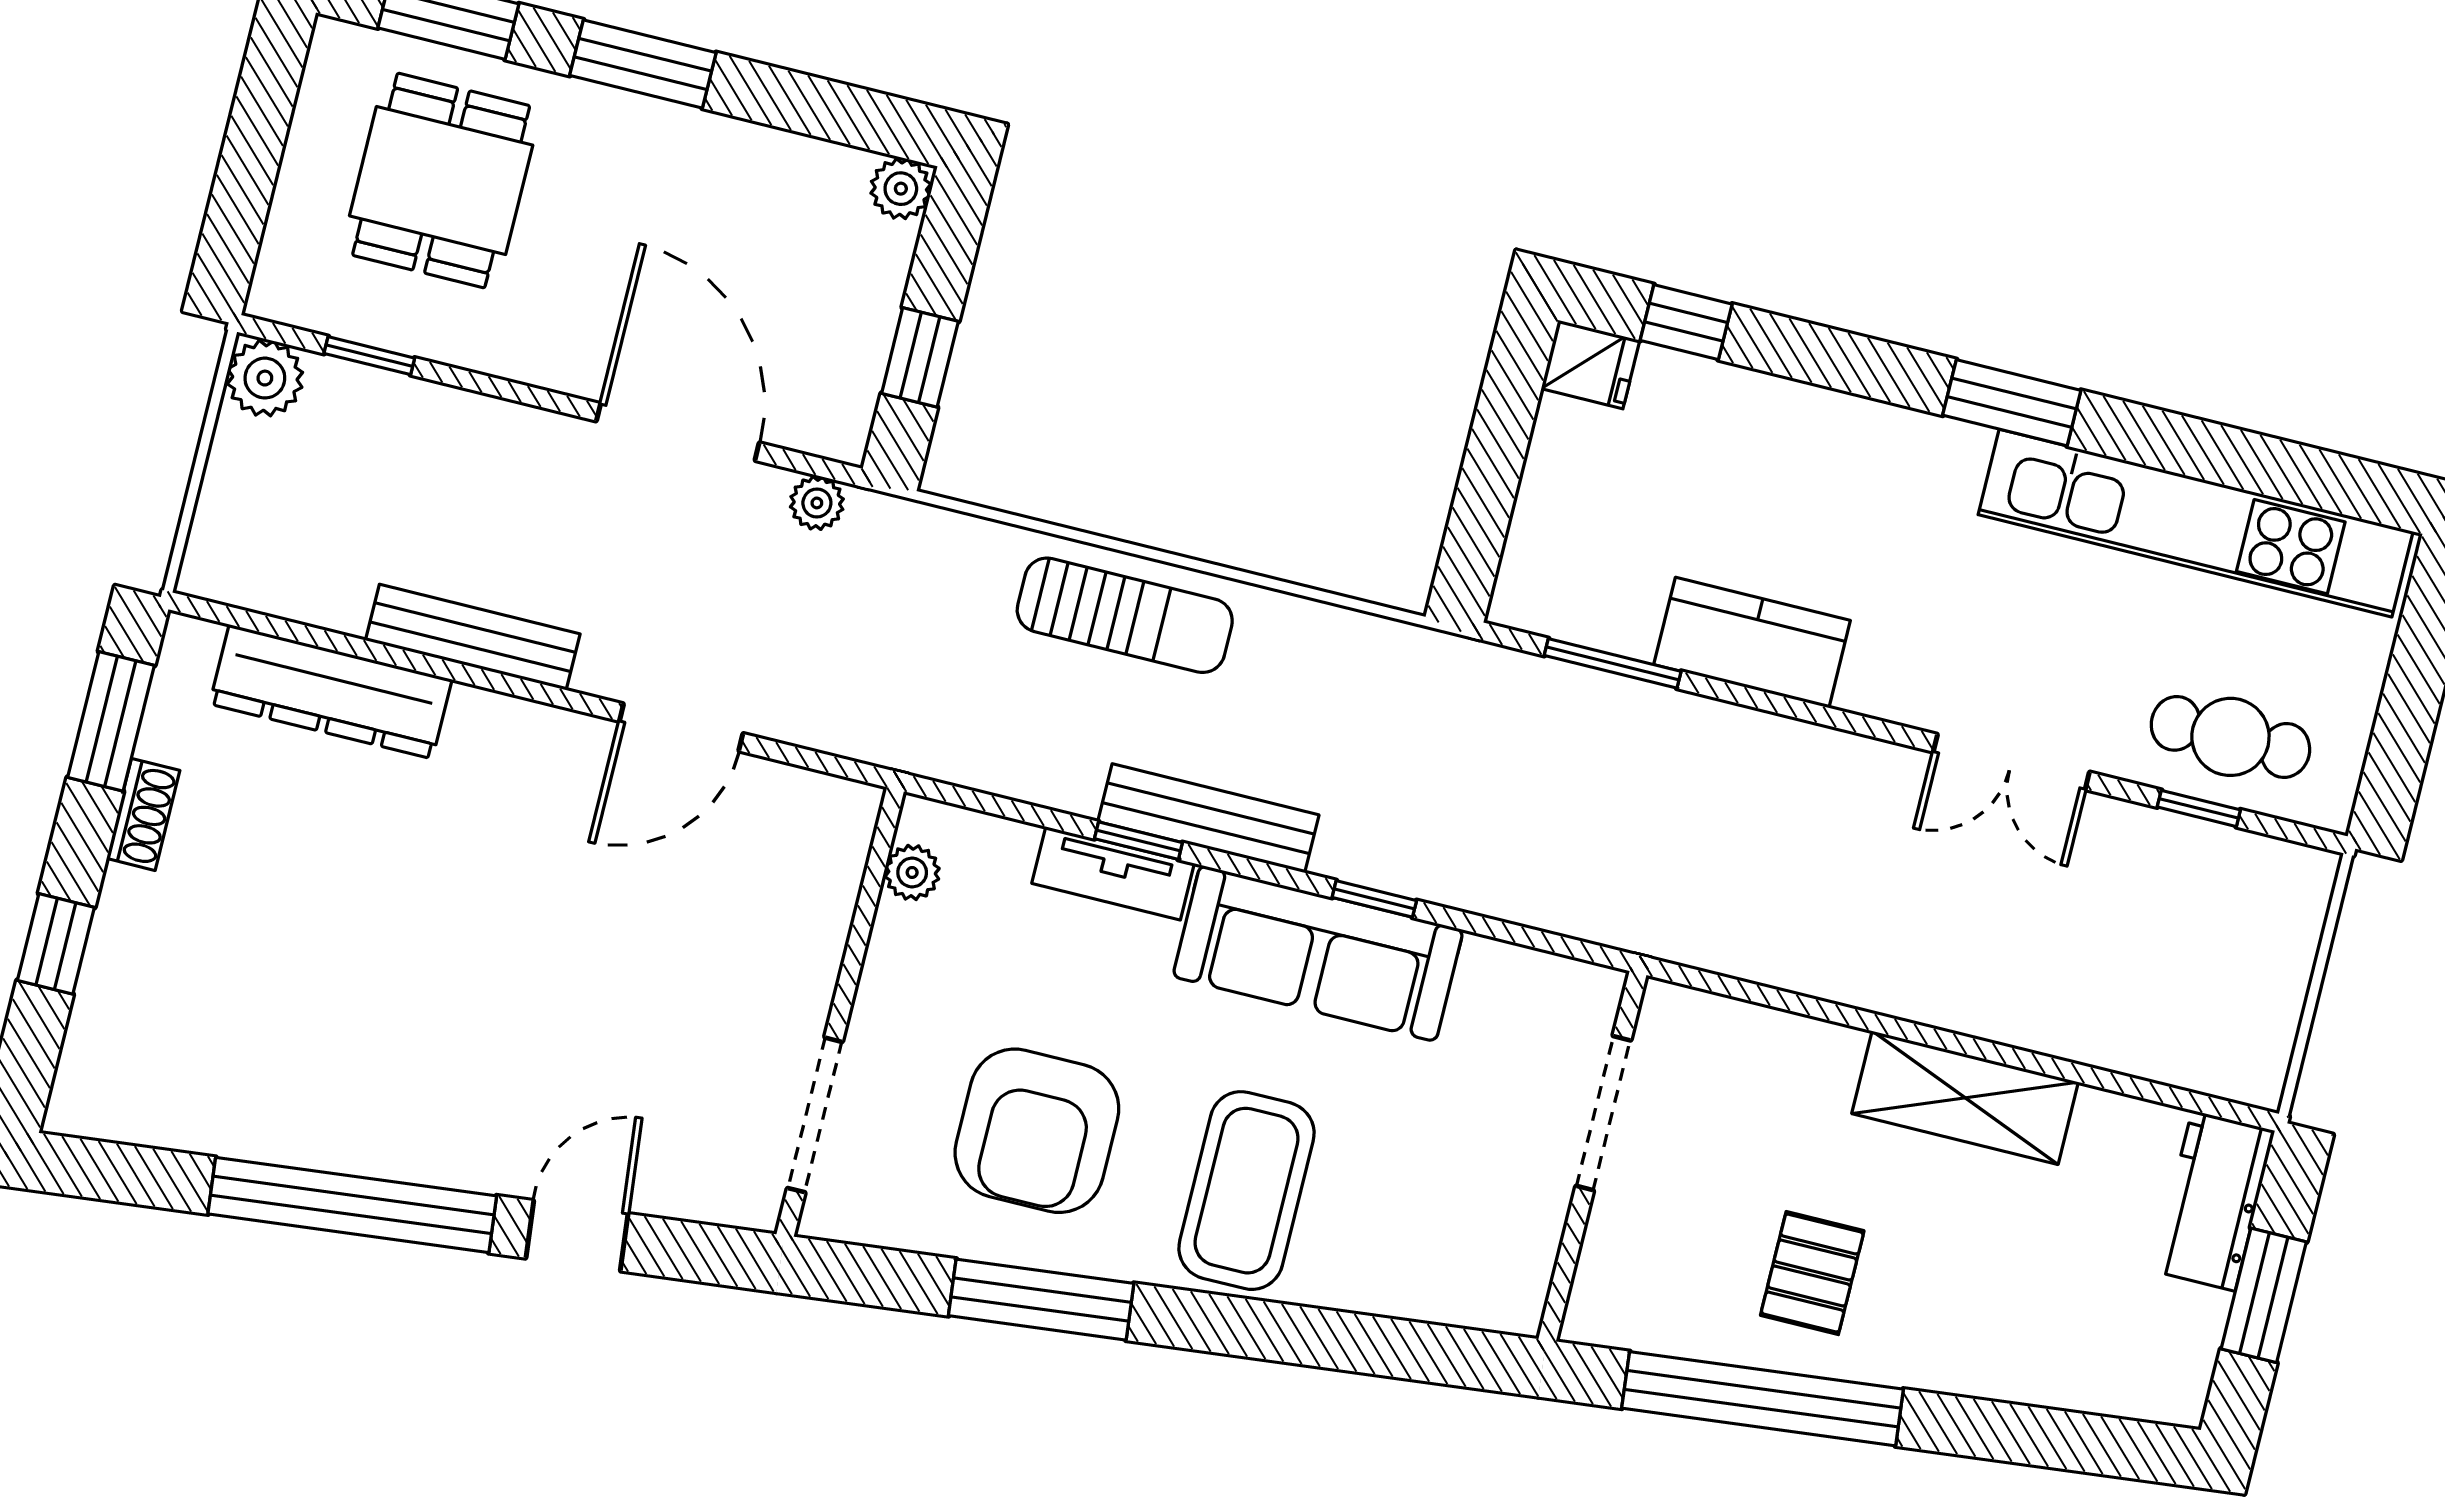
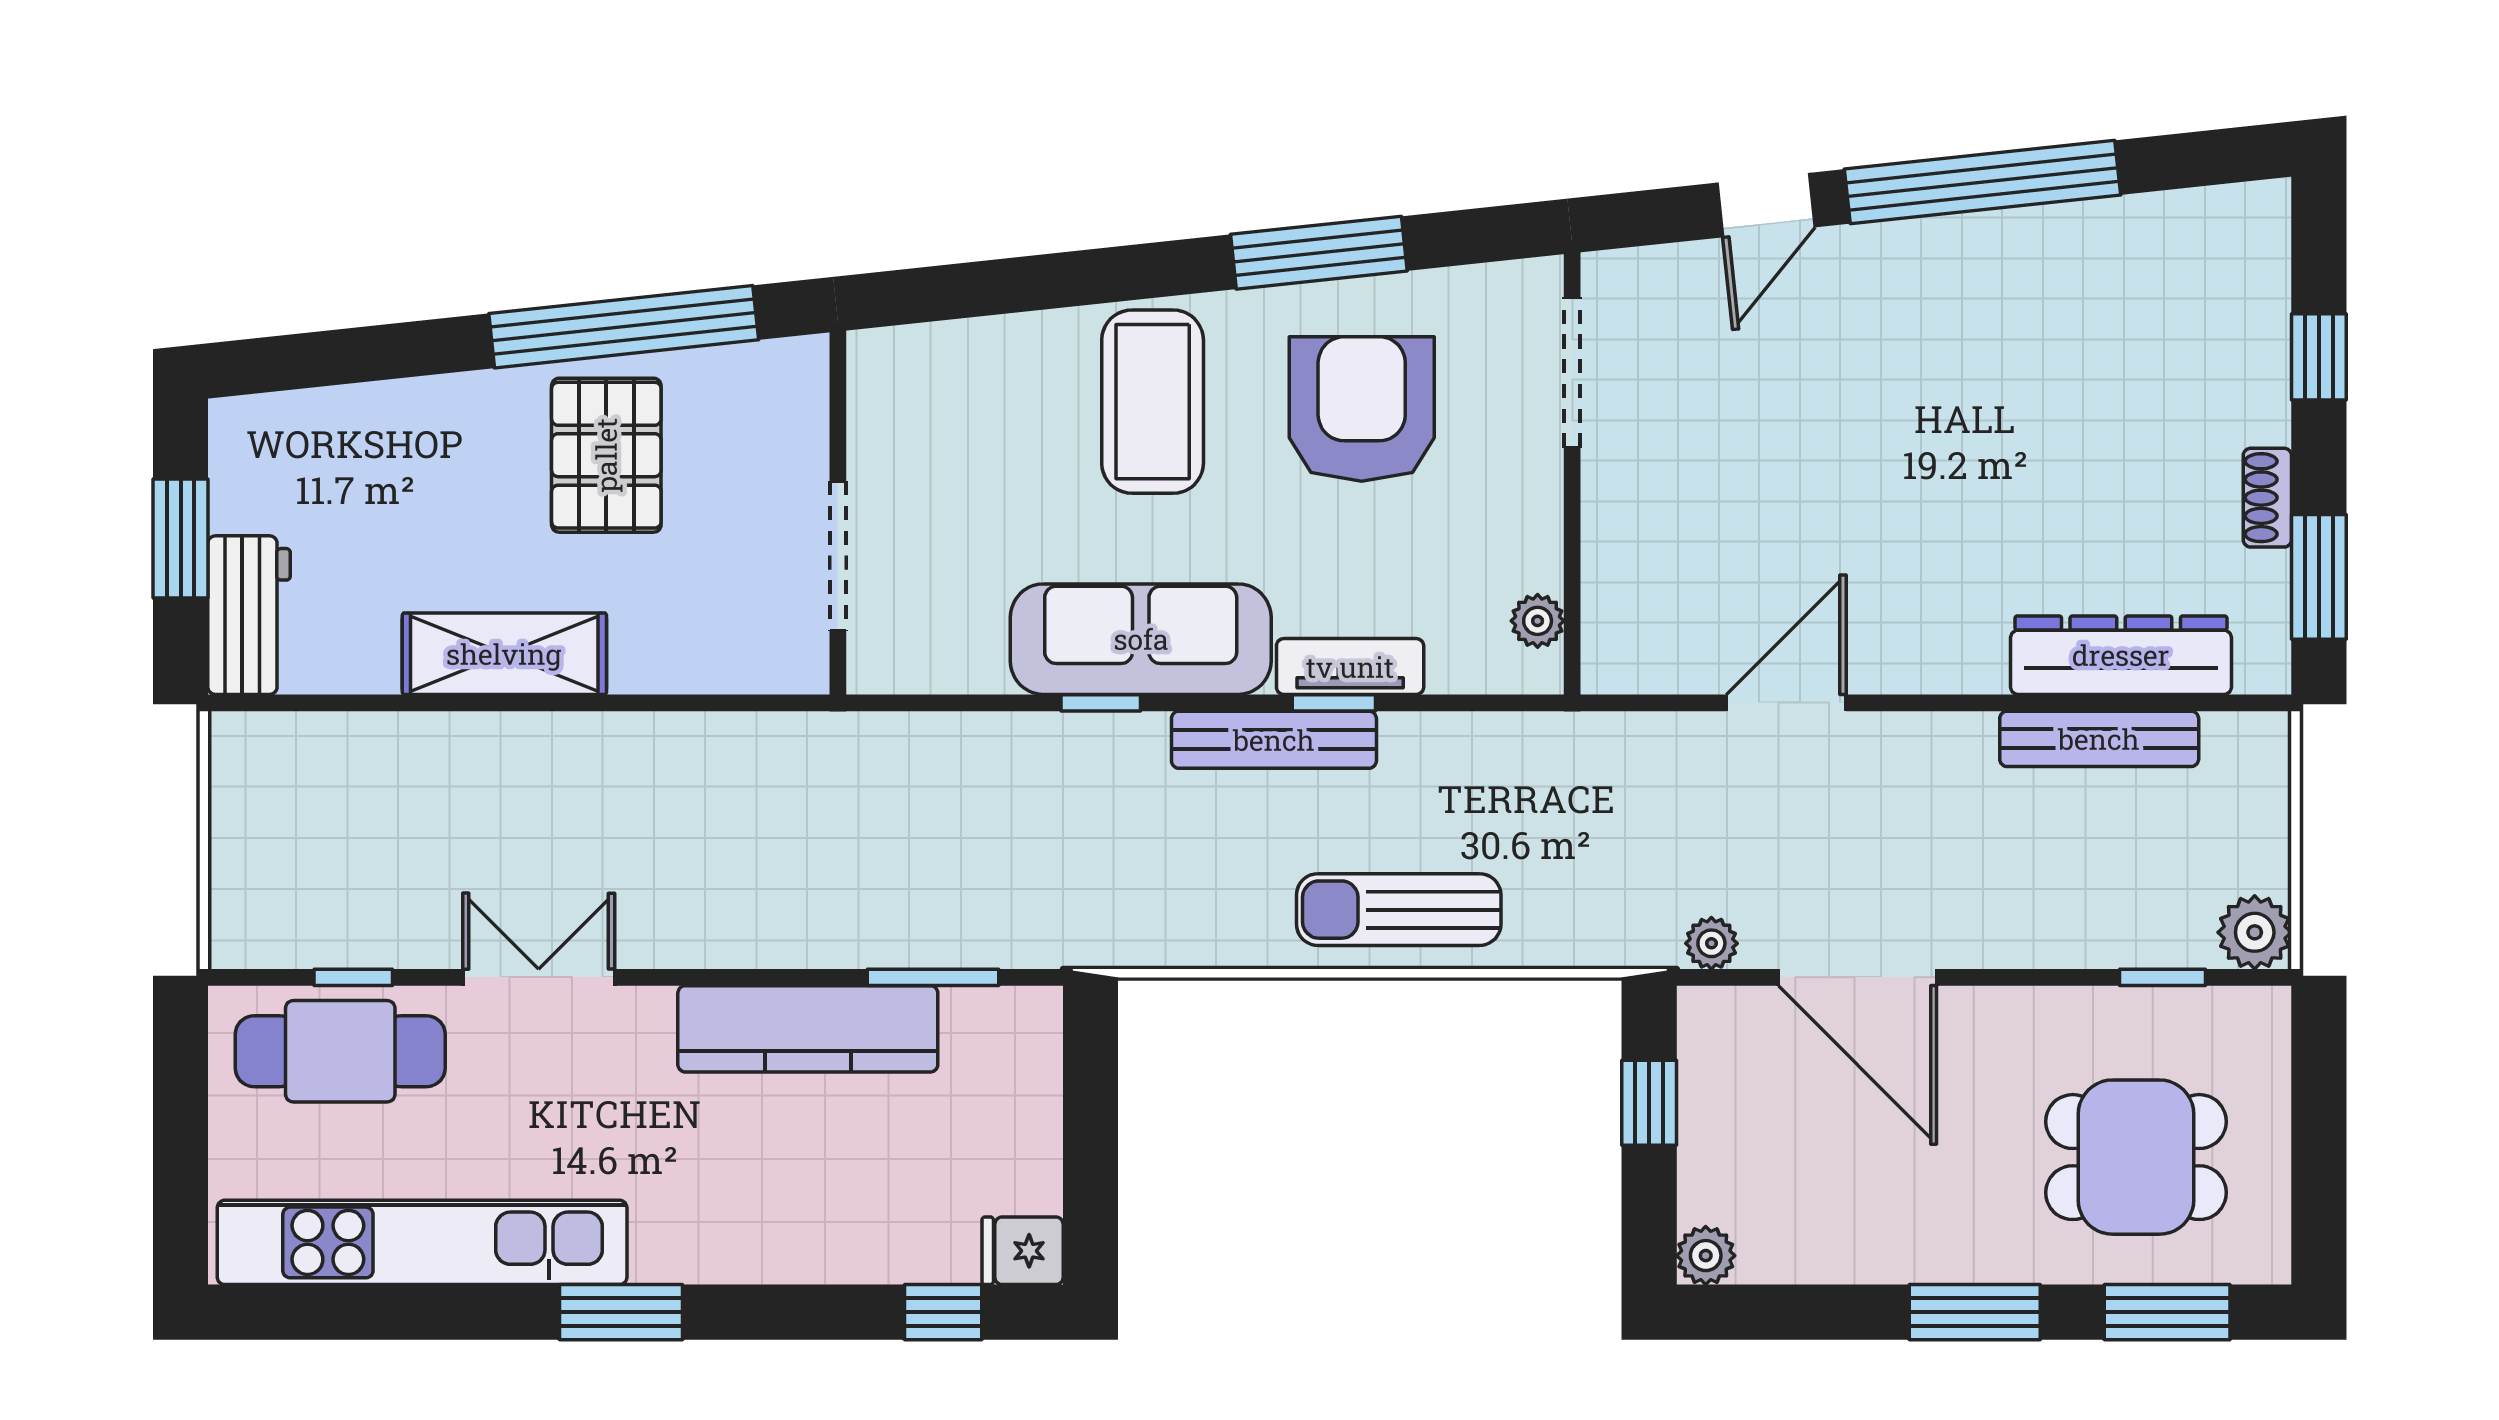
dining table: (441, 180) -> (2136, 1157), turned 90
bench: (473, 637) -> (2099, 739), moved
kitchen counter: (1752, 643) -> (808, 1029), width x1.50
cafe table: (2230, 737) -> (340, 1051), width x1.37, depth x1.35
pallet: (1812, 1273) -> (606, 455), width x1.50, depth x1.42

